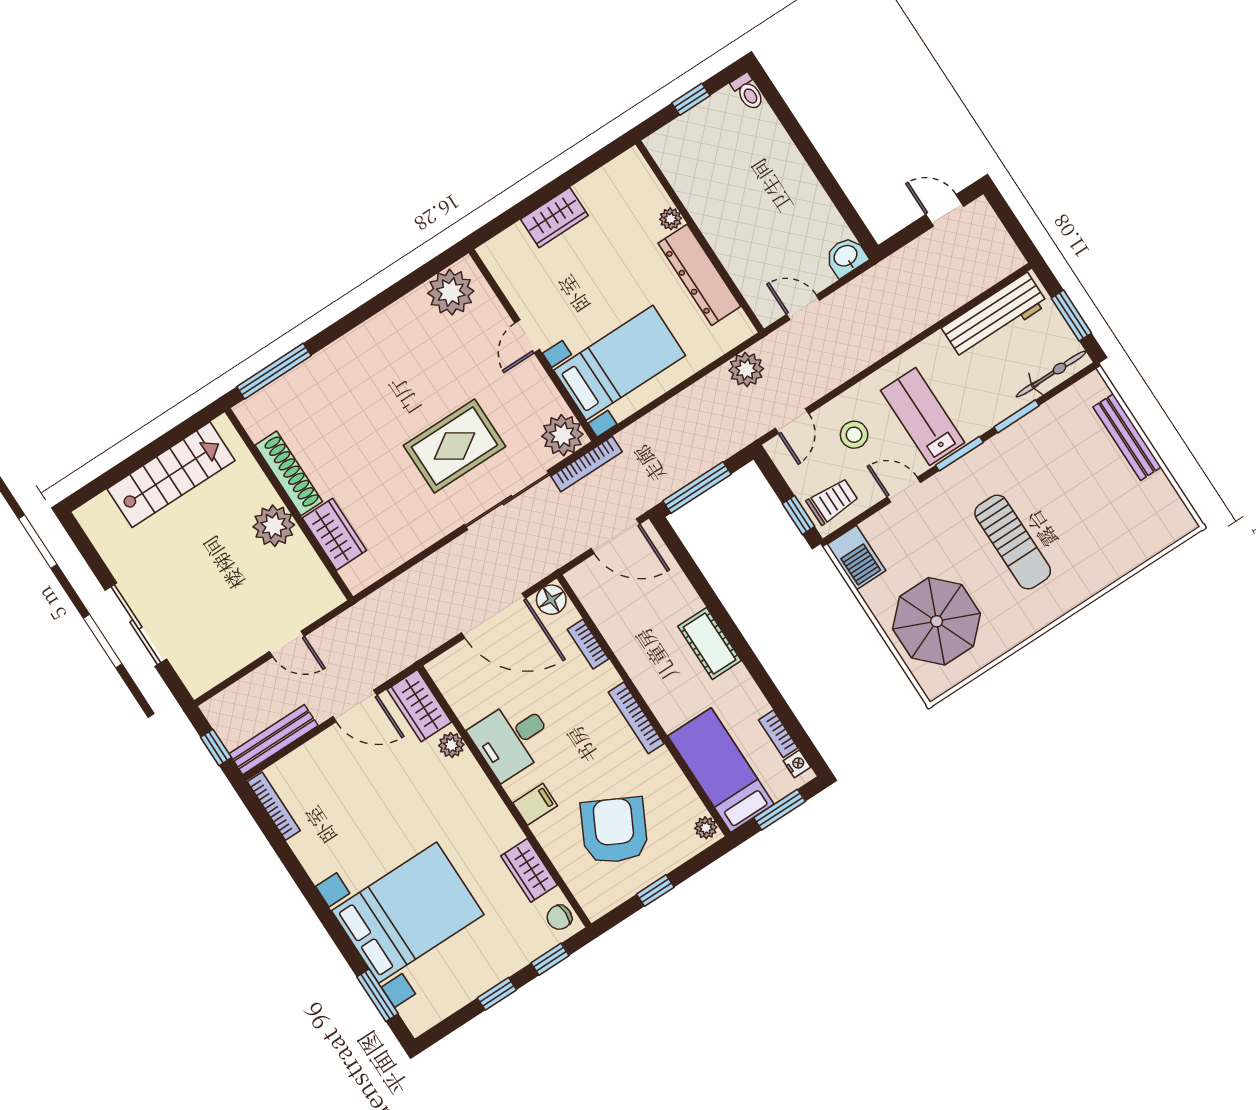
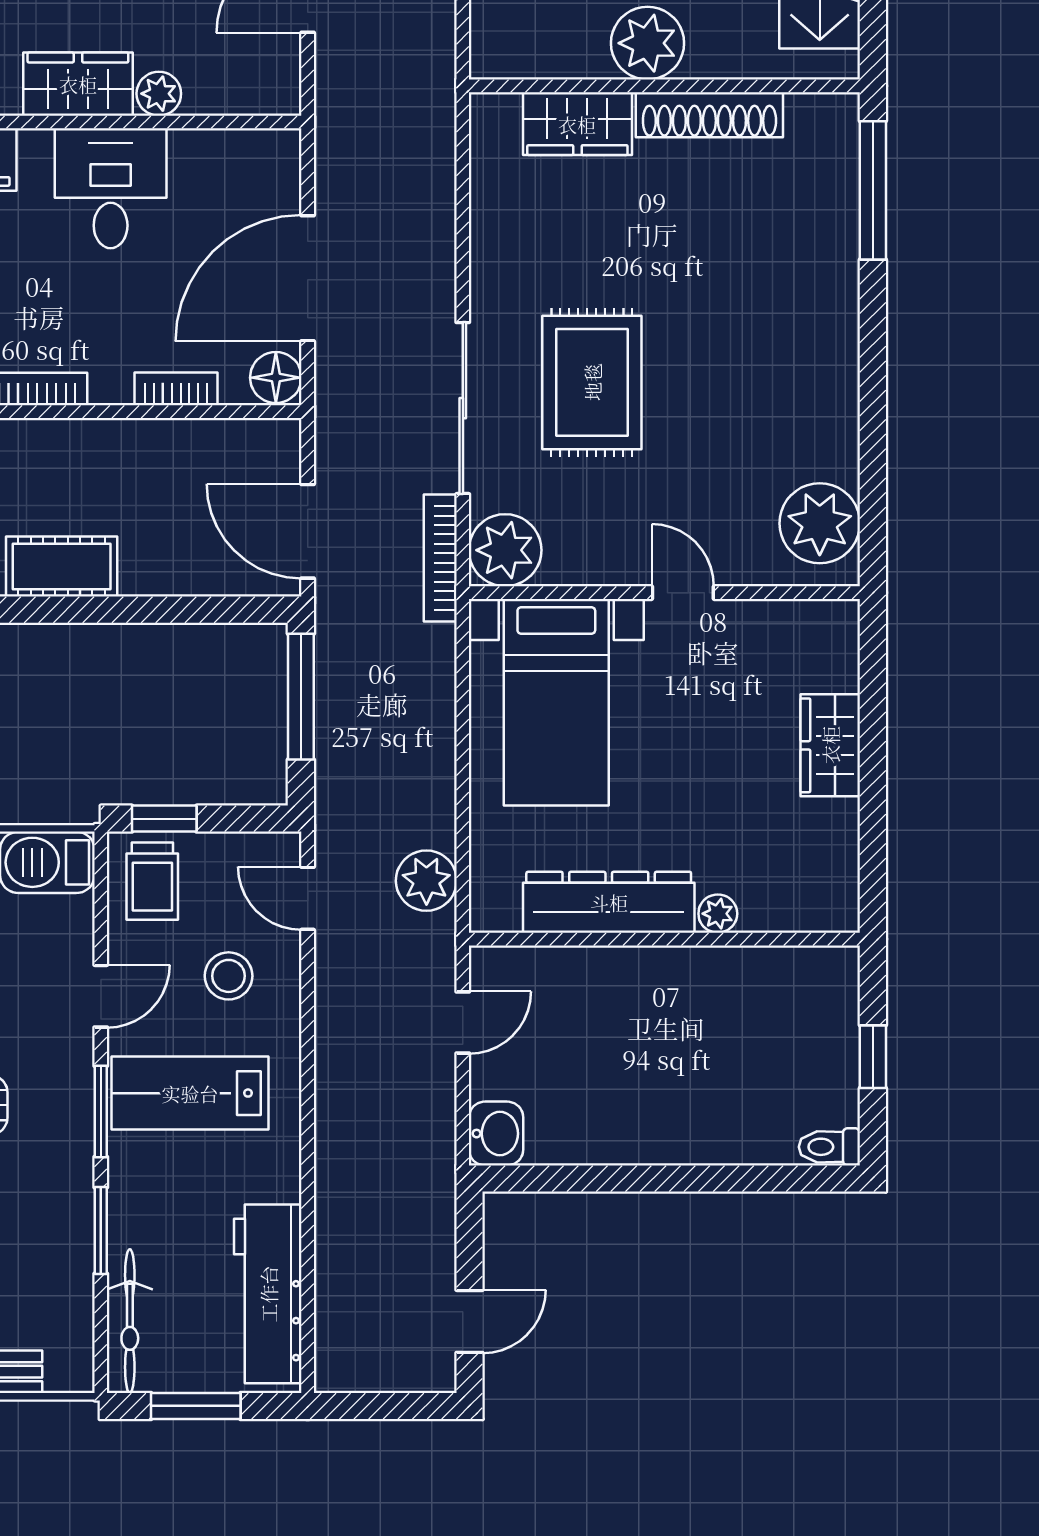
lab bench: (923, 416) -> (190, 1093), turned 180
door: (615, 536) -> (308, 531), hinge flipped
wardrobe: (419, 706) -> (78, 84), moved

